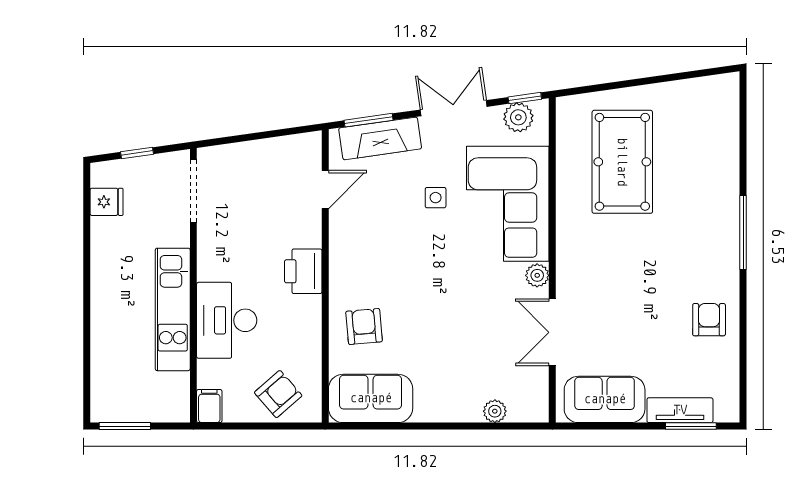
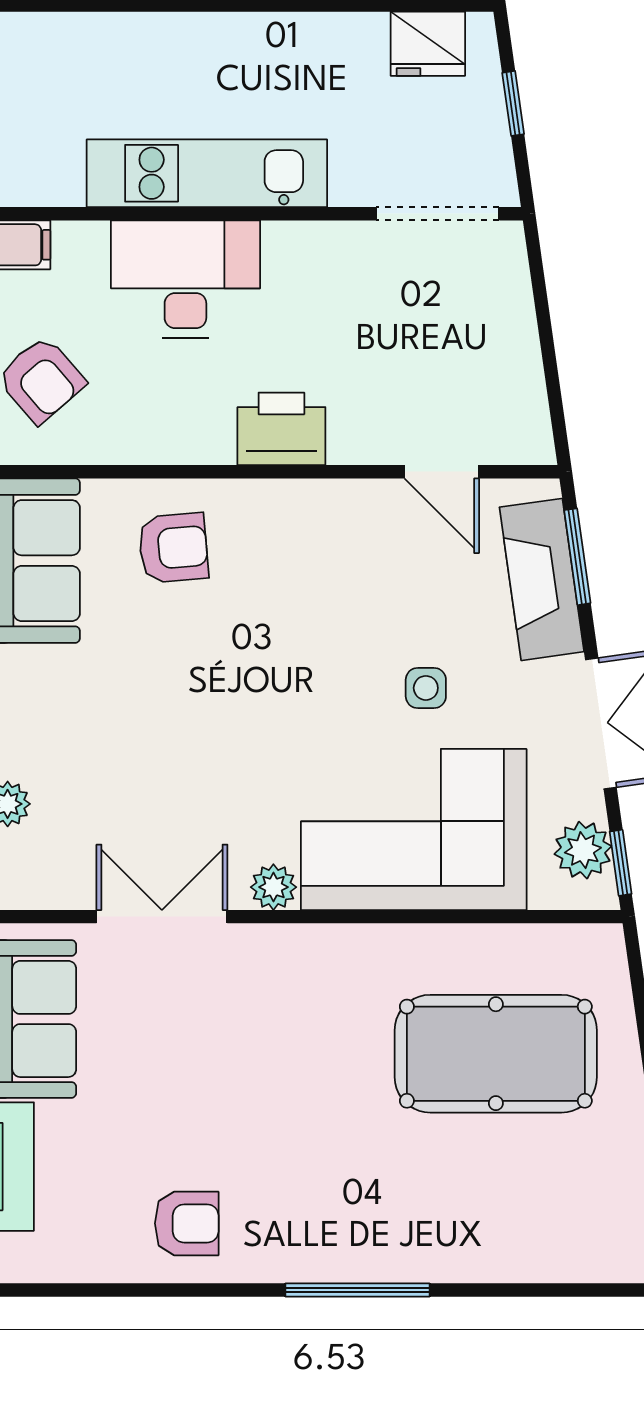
fridge: (107, 202) -> (428, 44), width x1.38

